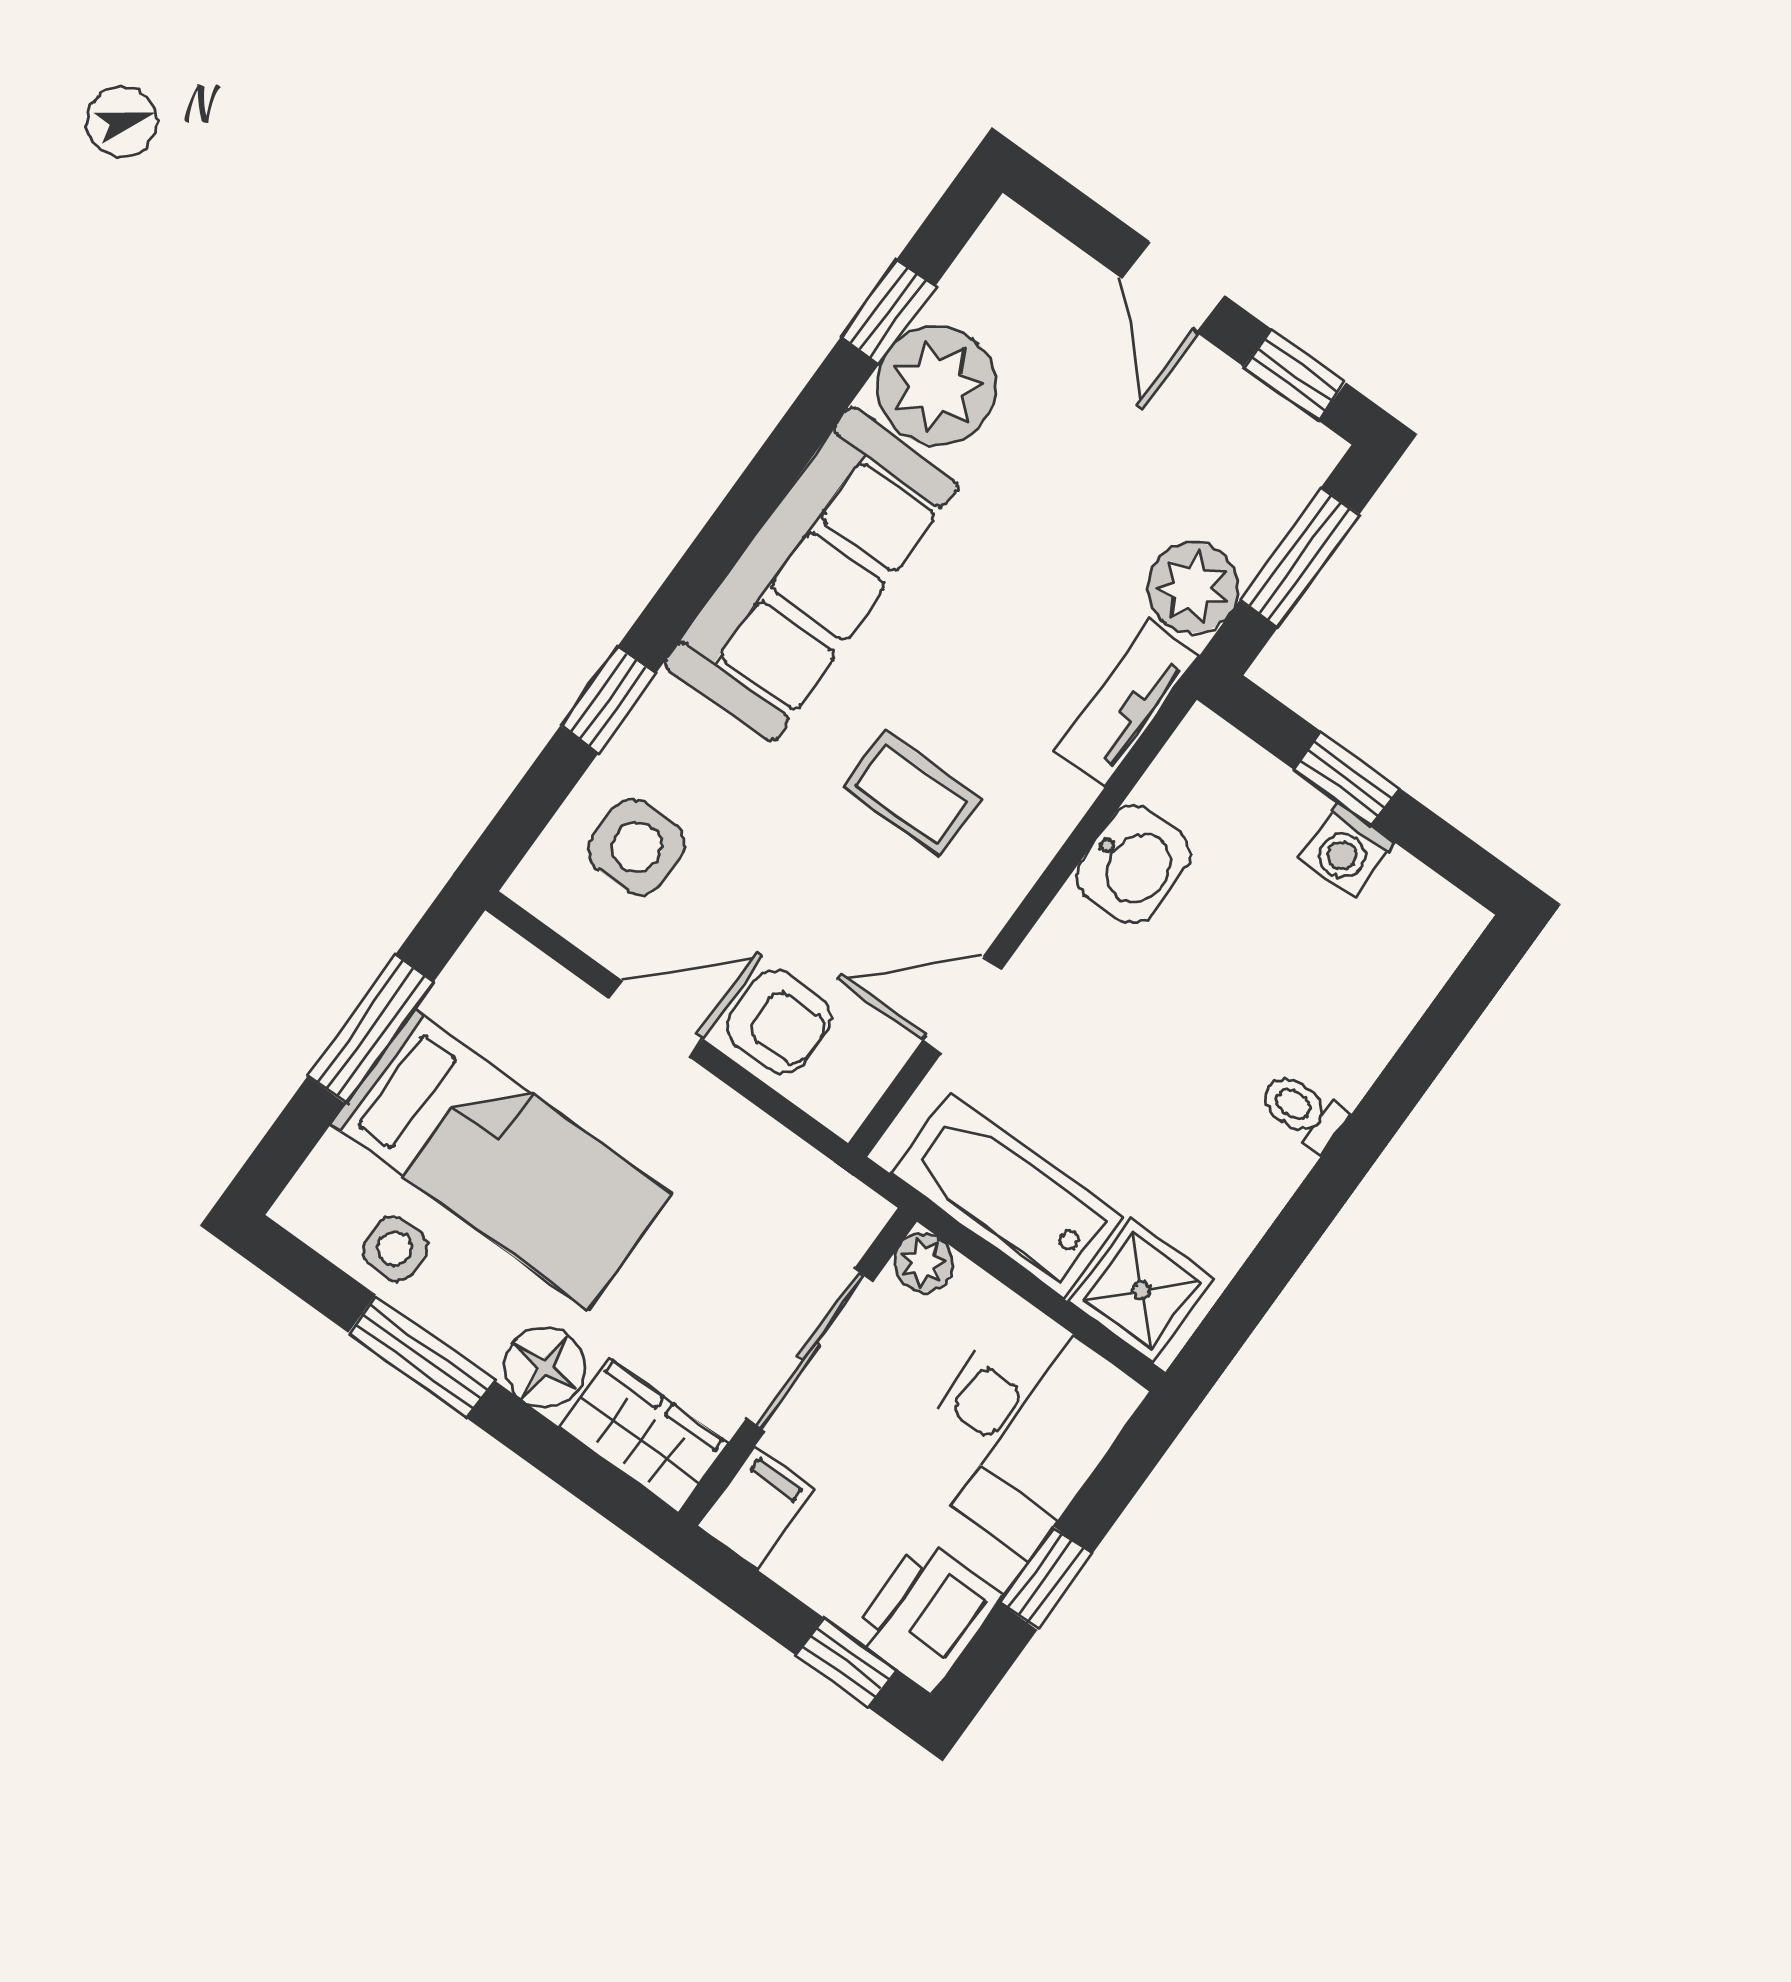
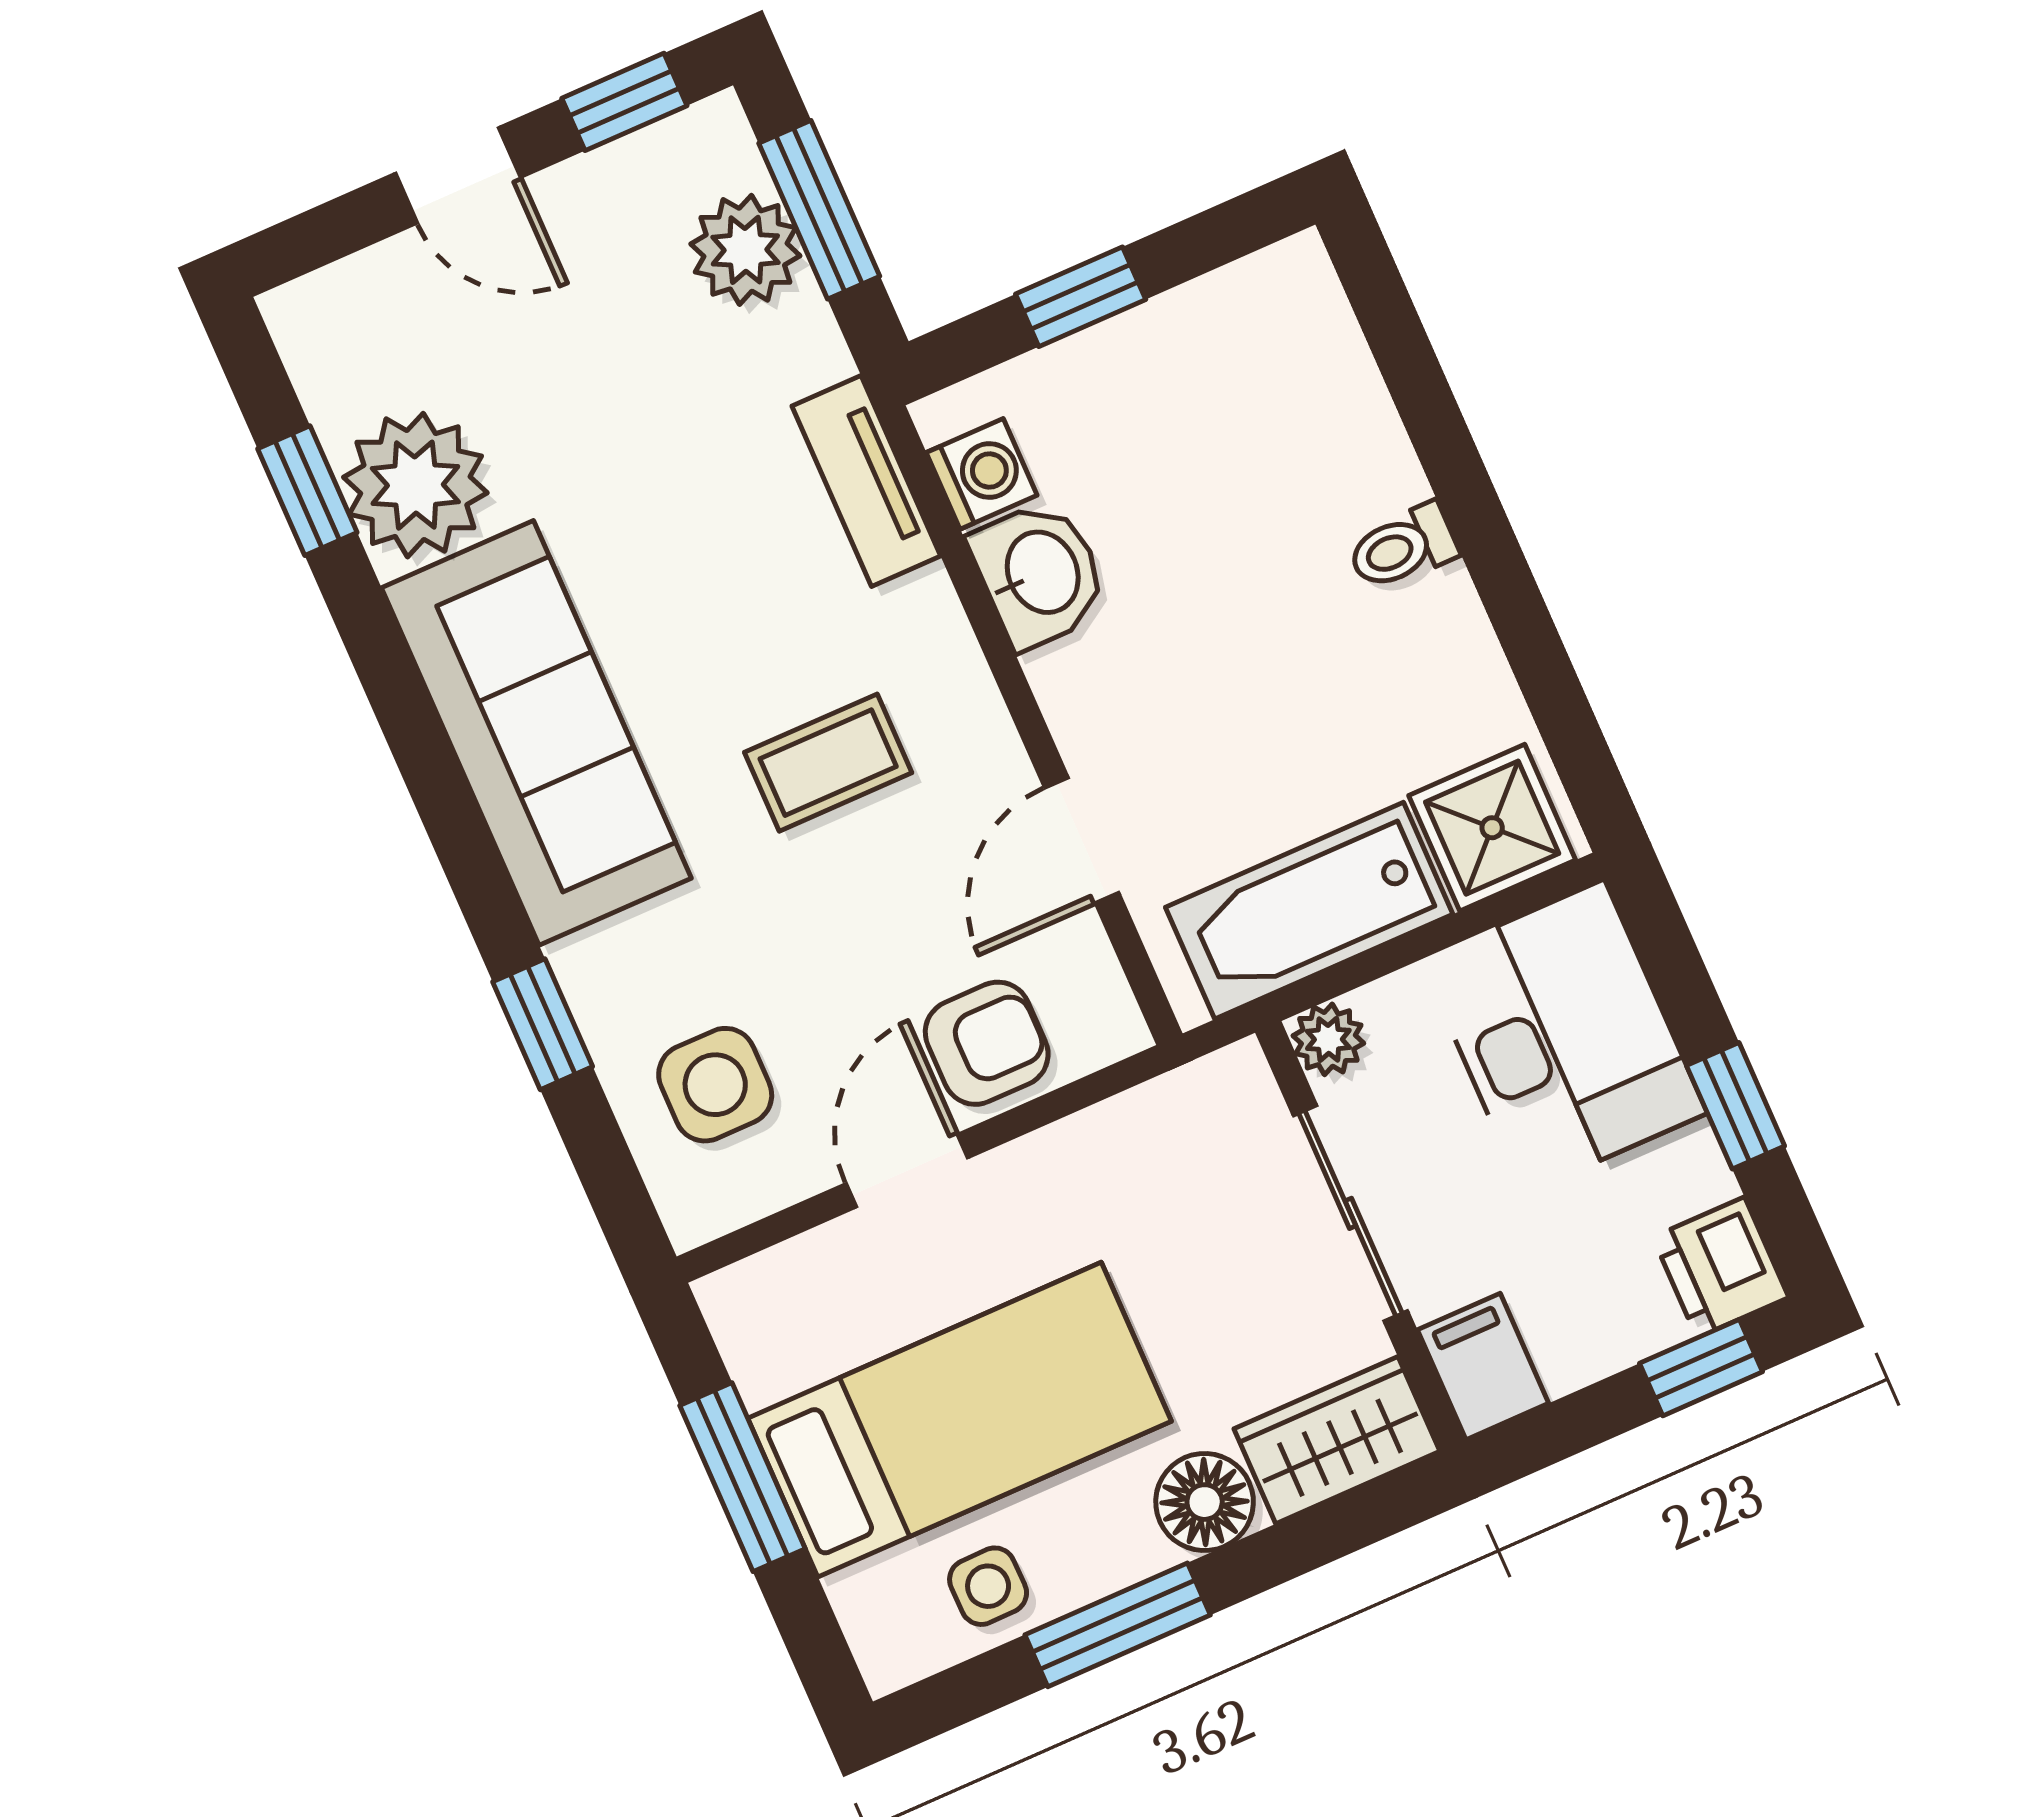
plant: (1193, 588) -> (745, 250), moved
washing machine: (1346, 850) -> (982, 474), moved, turned -90
printer: (927, 1616) -> (1721, 1267), width x0.73, depth x0.81

